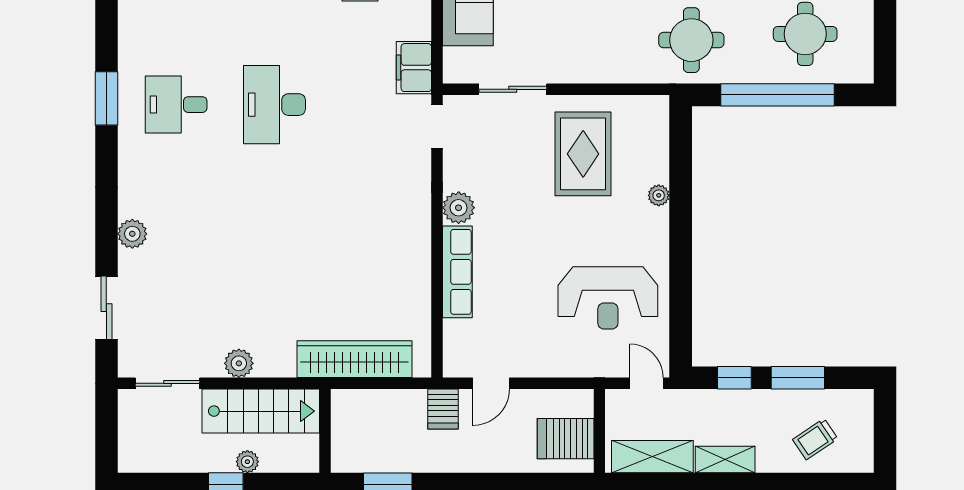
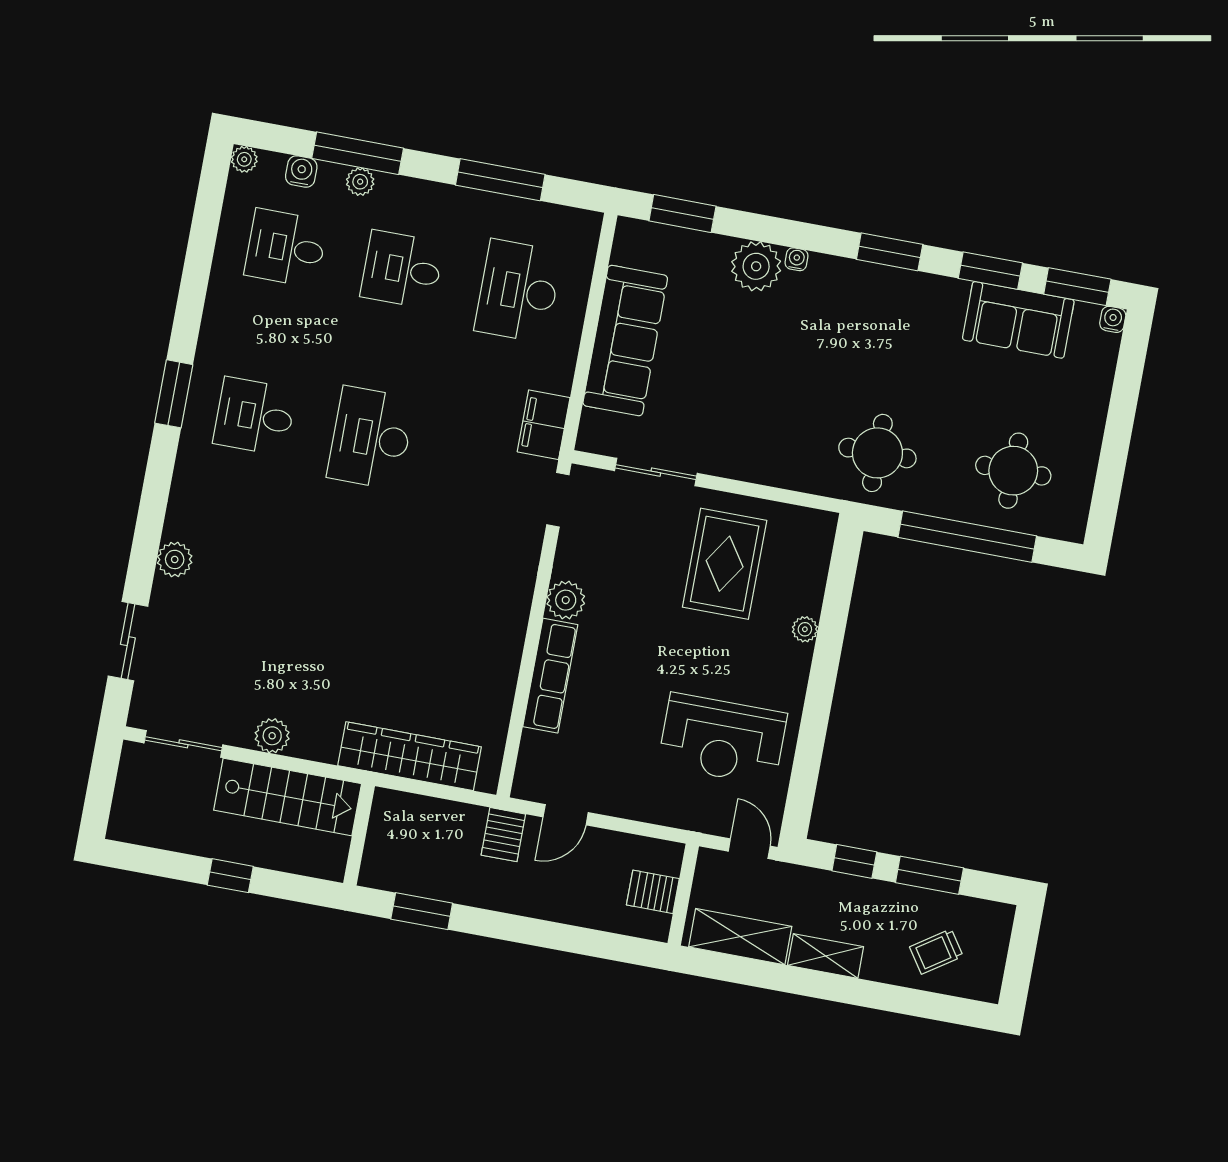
server rack: (566, 439) -> (653, 892), width x0.73, depth x0.70
plant: (247, 462) -> (261, 854), removed

